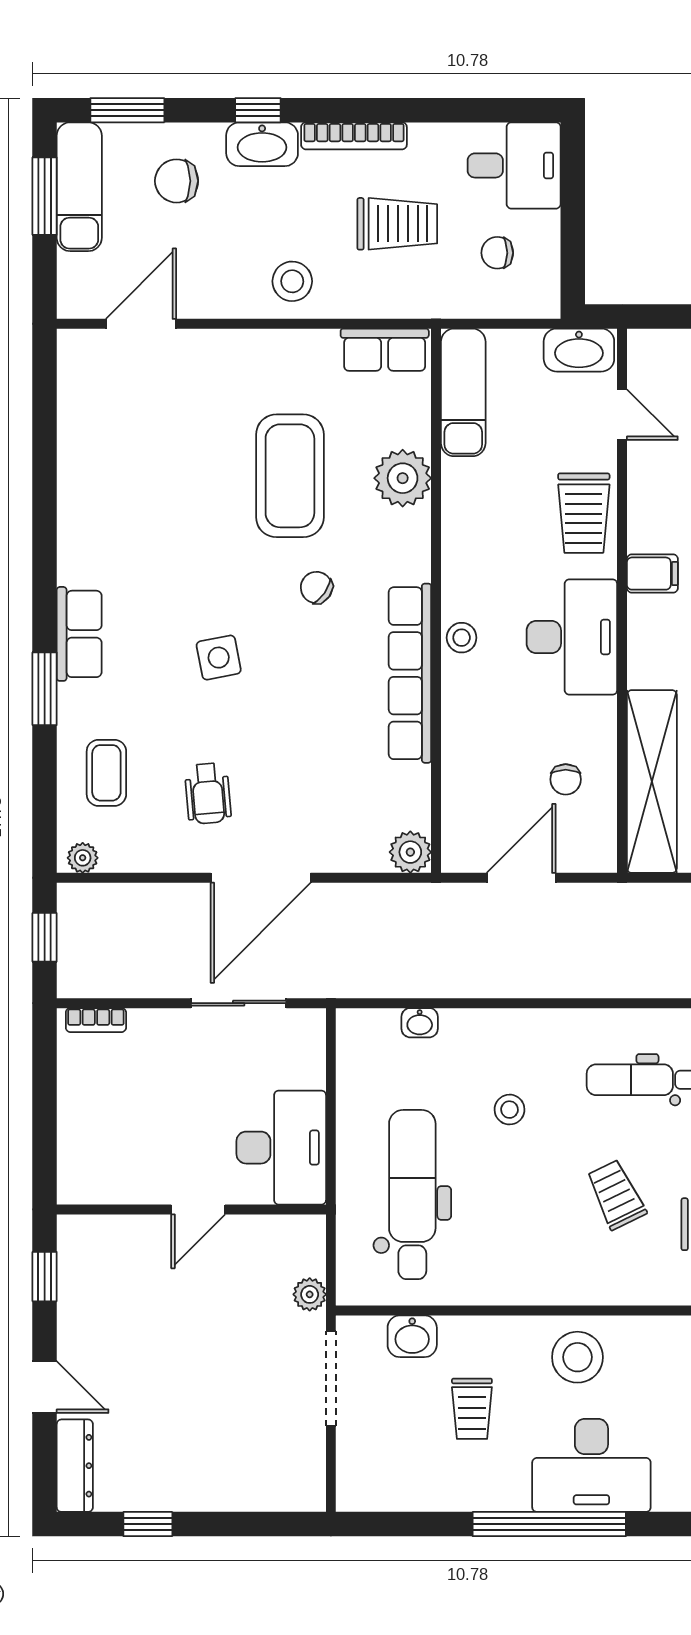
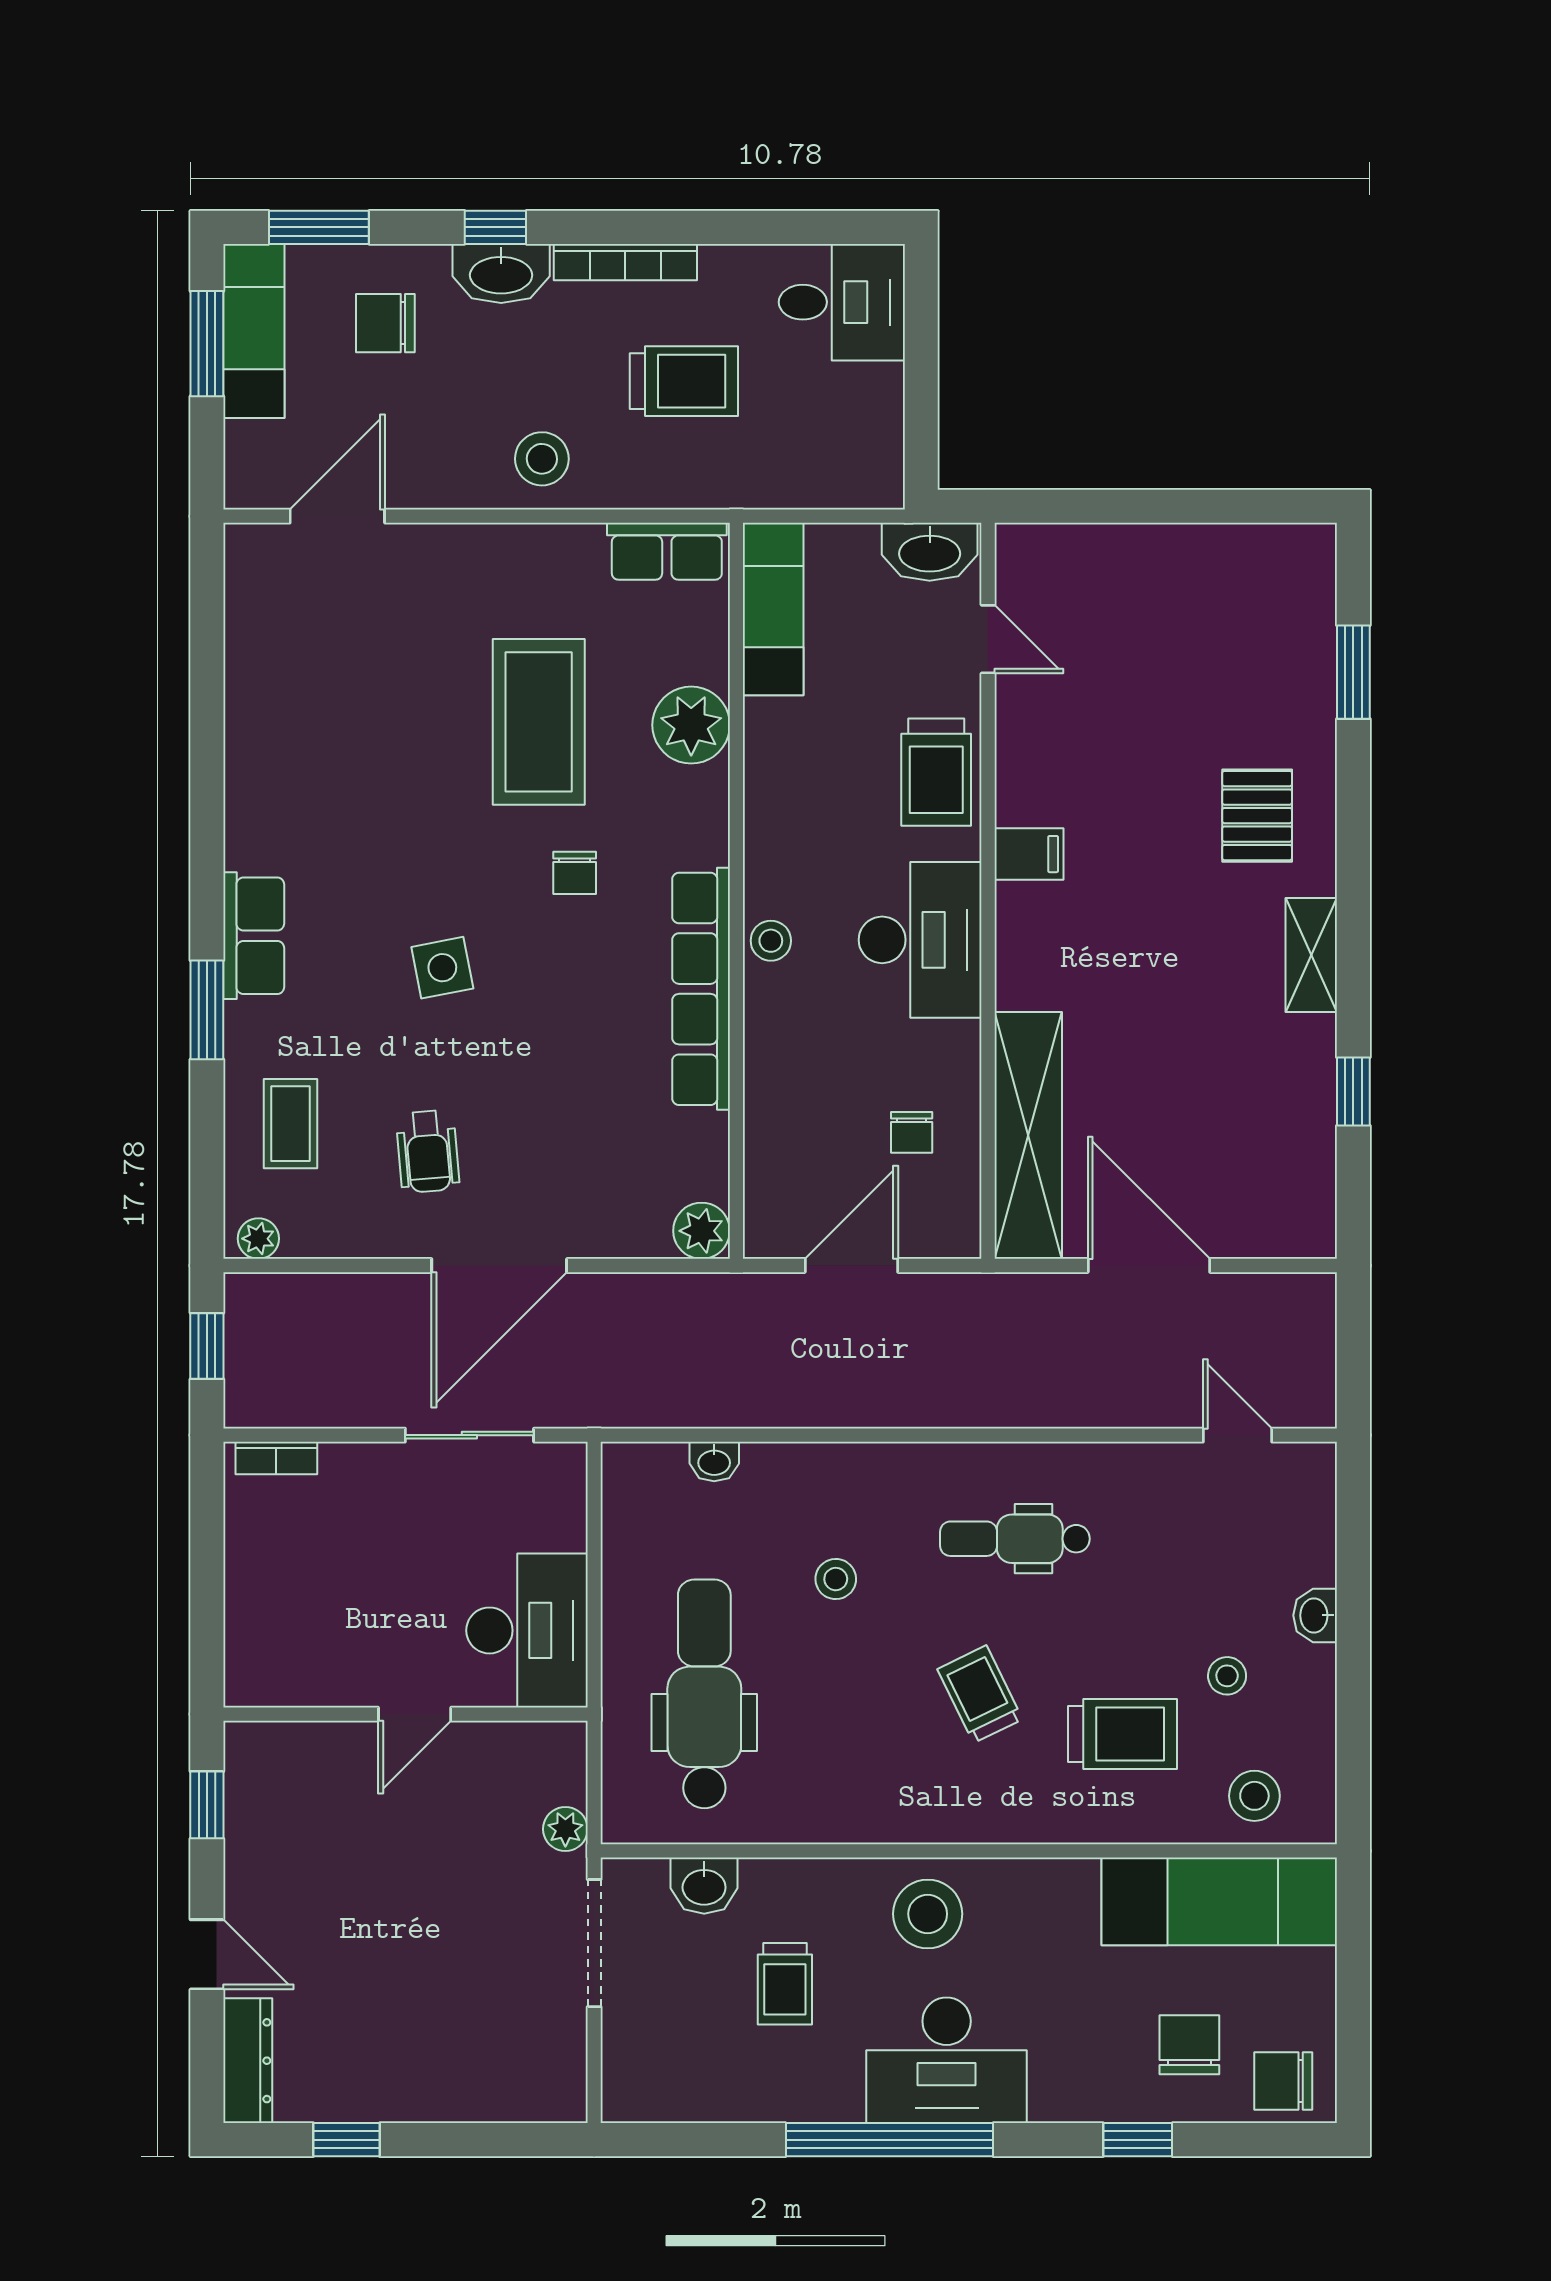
chair: (497, 253) -> (819, 420), removed
chair: (316, 587) -> (575, 873), turned -125

